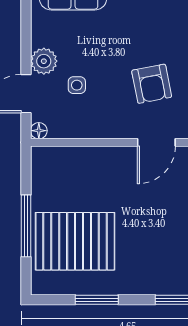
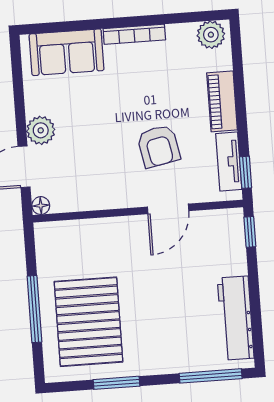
side table: (77, 85) -> (78, 154), removed
pallet: (75, 241) -> (89, 322), turned 90

